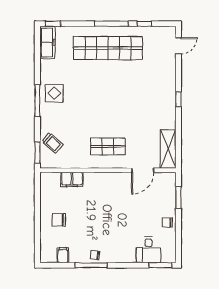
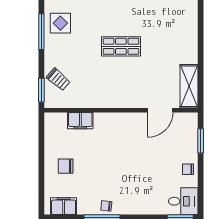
window: (178, 99) -> (201, 30), removed
shop shelf: (108, 146) -> (121, 46), moved
desk: (148, 250) -> (183, 201), moved, turned -90
filing cabinet: (63, 255) -> (64, 206), width x2.00

